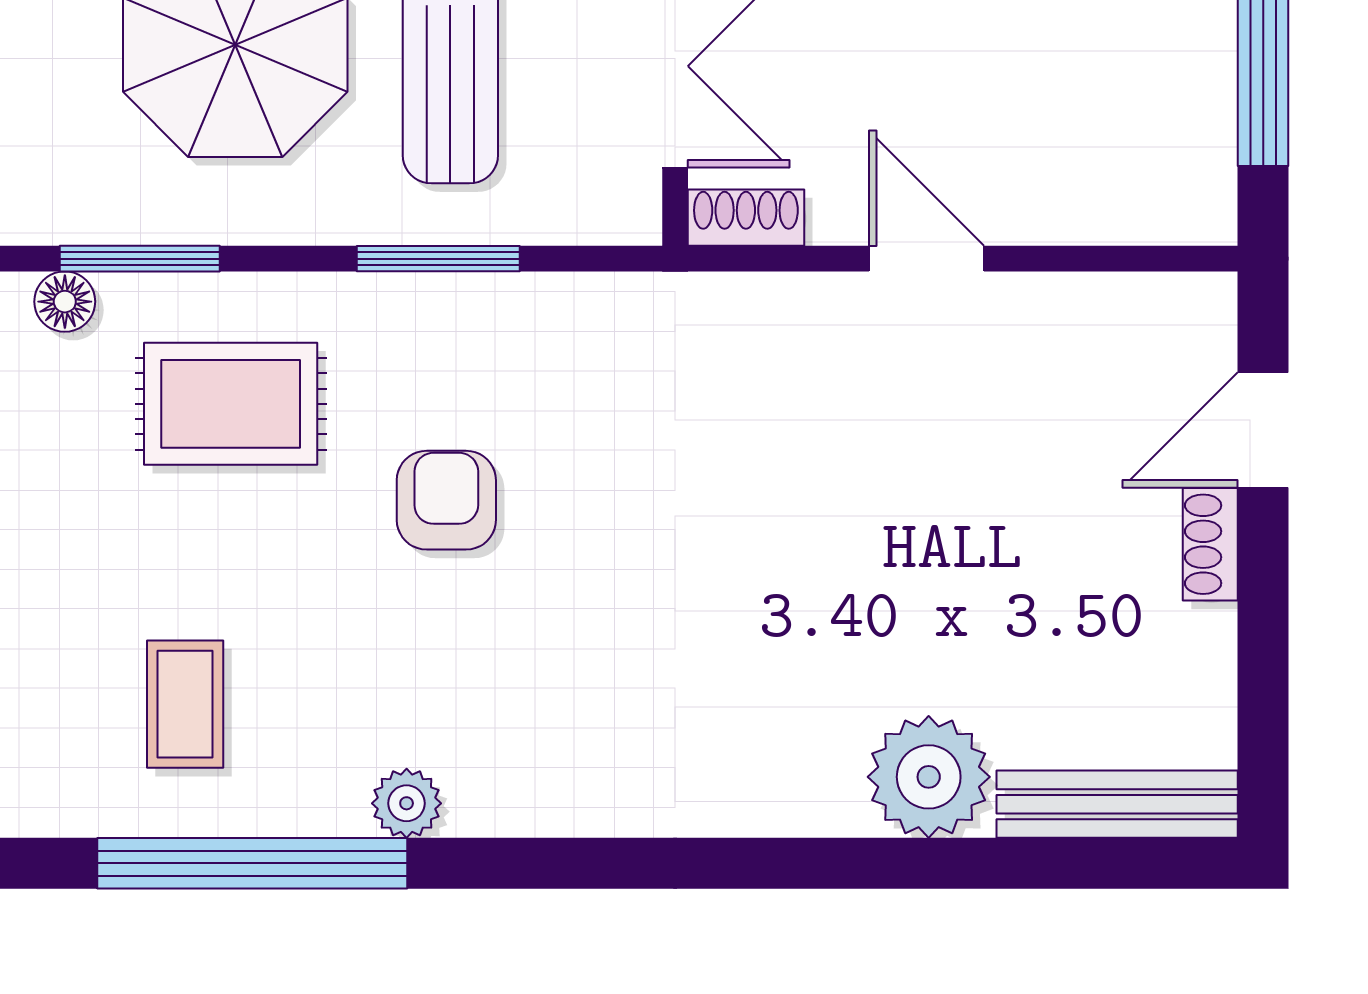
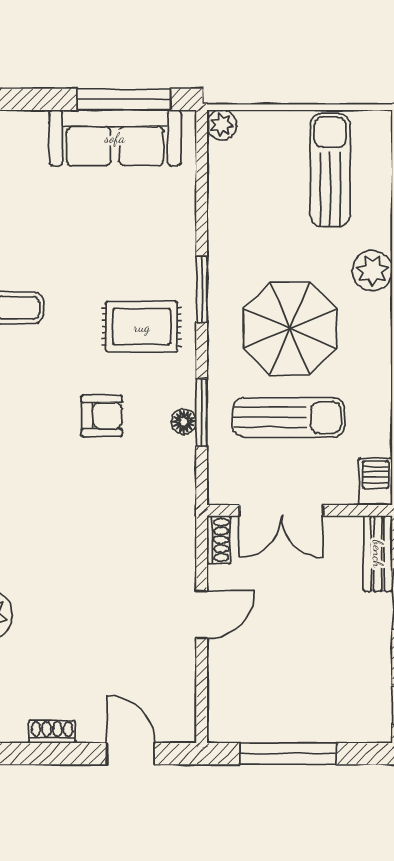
floor lamp: (65, 302) -> (184, 422), moved
rug: (231, 404) -> (142, 327), turned 90
shoe rack: (1210, 544) -> (52, 732), moved

